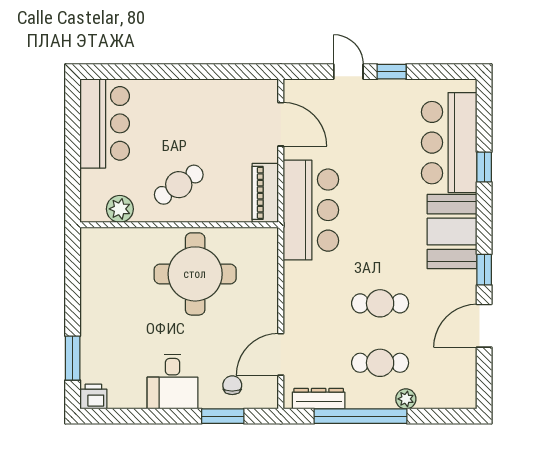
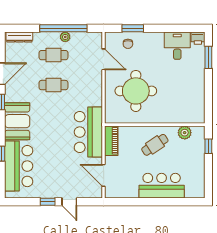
bar counter: (105, 123) -> (162, 186), moved, turned 90
window: (73, 182) -> (208, 146), added
round table: (195, 274) -> (136, 91), moved
door: (281, 354) -> (104, 59), hinge flipped
desk: (172, 382) -> (177, 46), moved
dresser: (319, 399) -> (19, 37), moved
plant: (406, 399) -> (65, 37), moved

